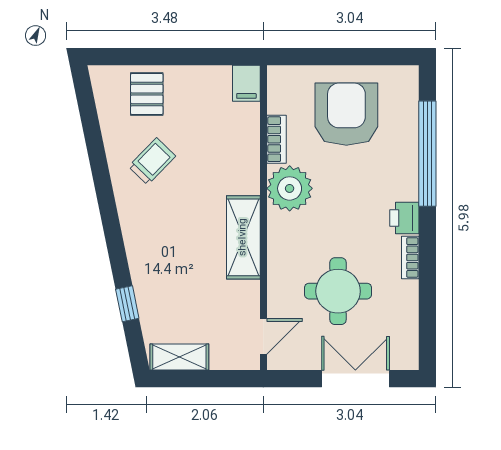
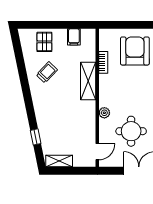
filing cabinet: (246, 83) -> (74, 37), moved
plant: (290, 188) -> (104, 113), moved, width x0.53, depth x0.53
shelving: (243, 237) -> (88, 81), moved

